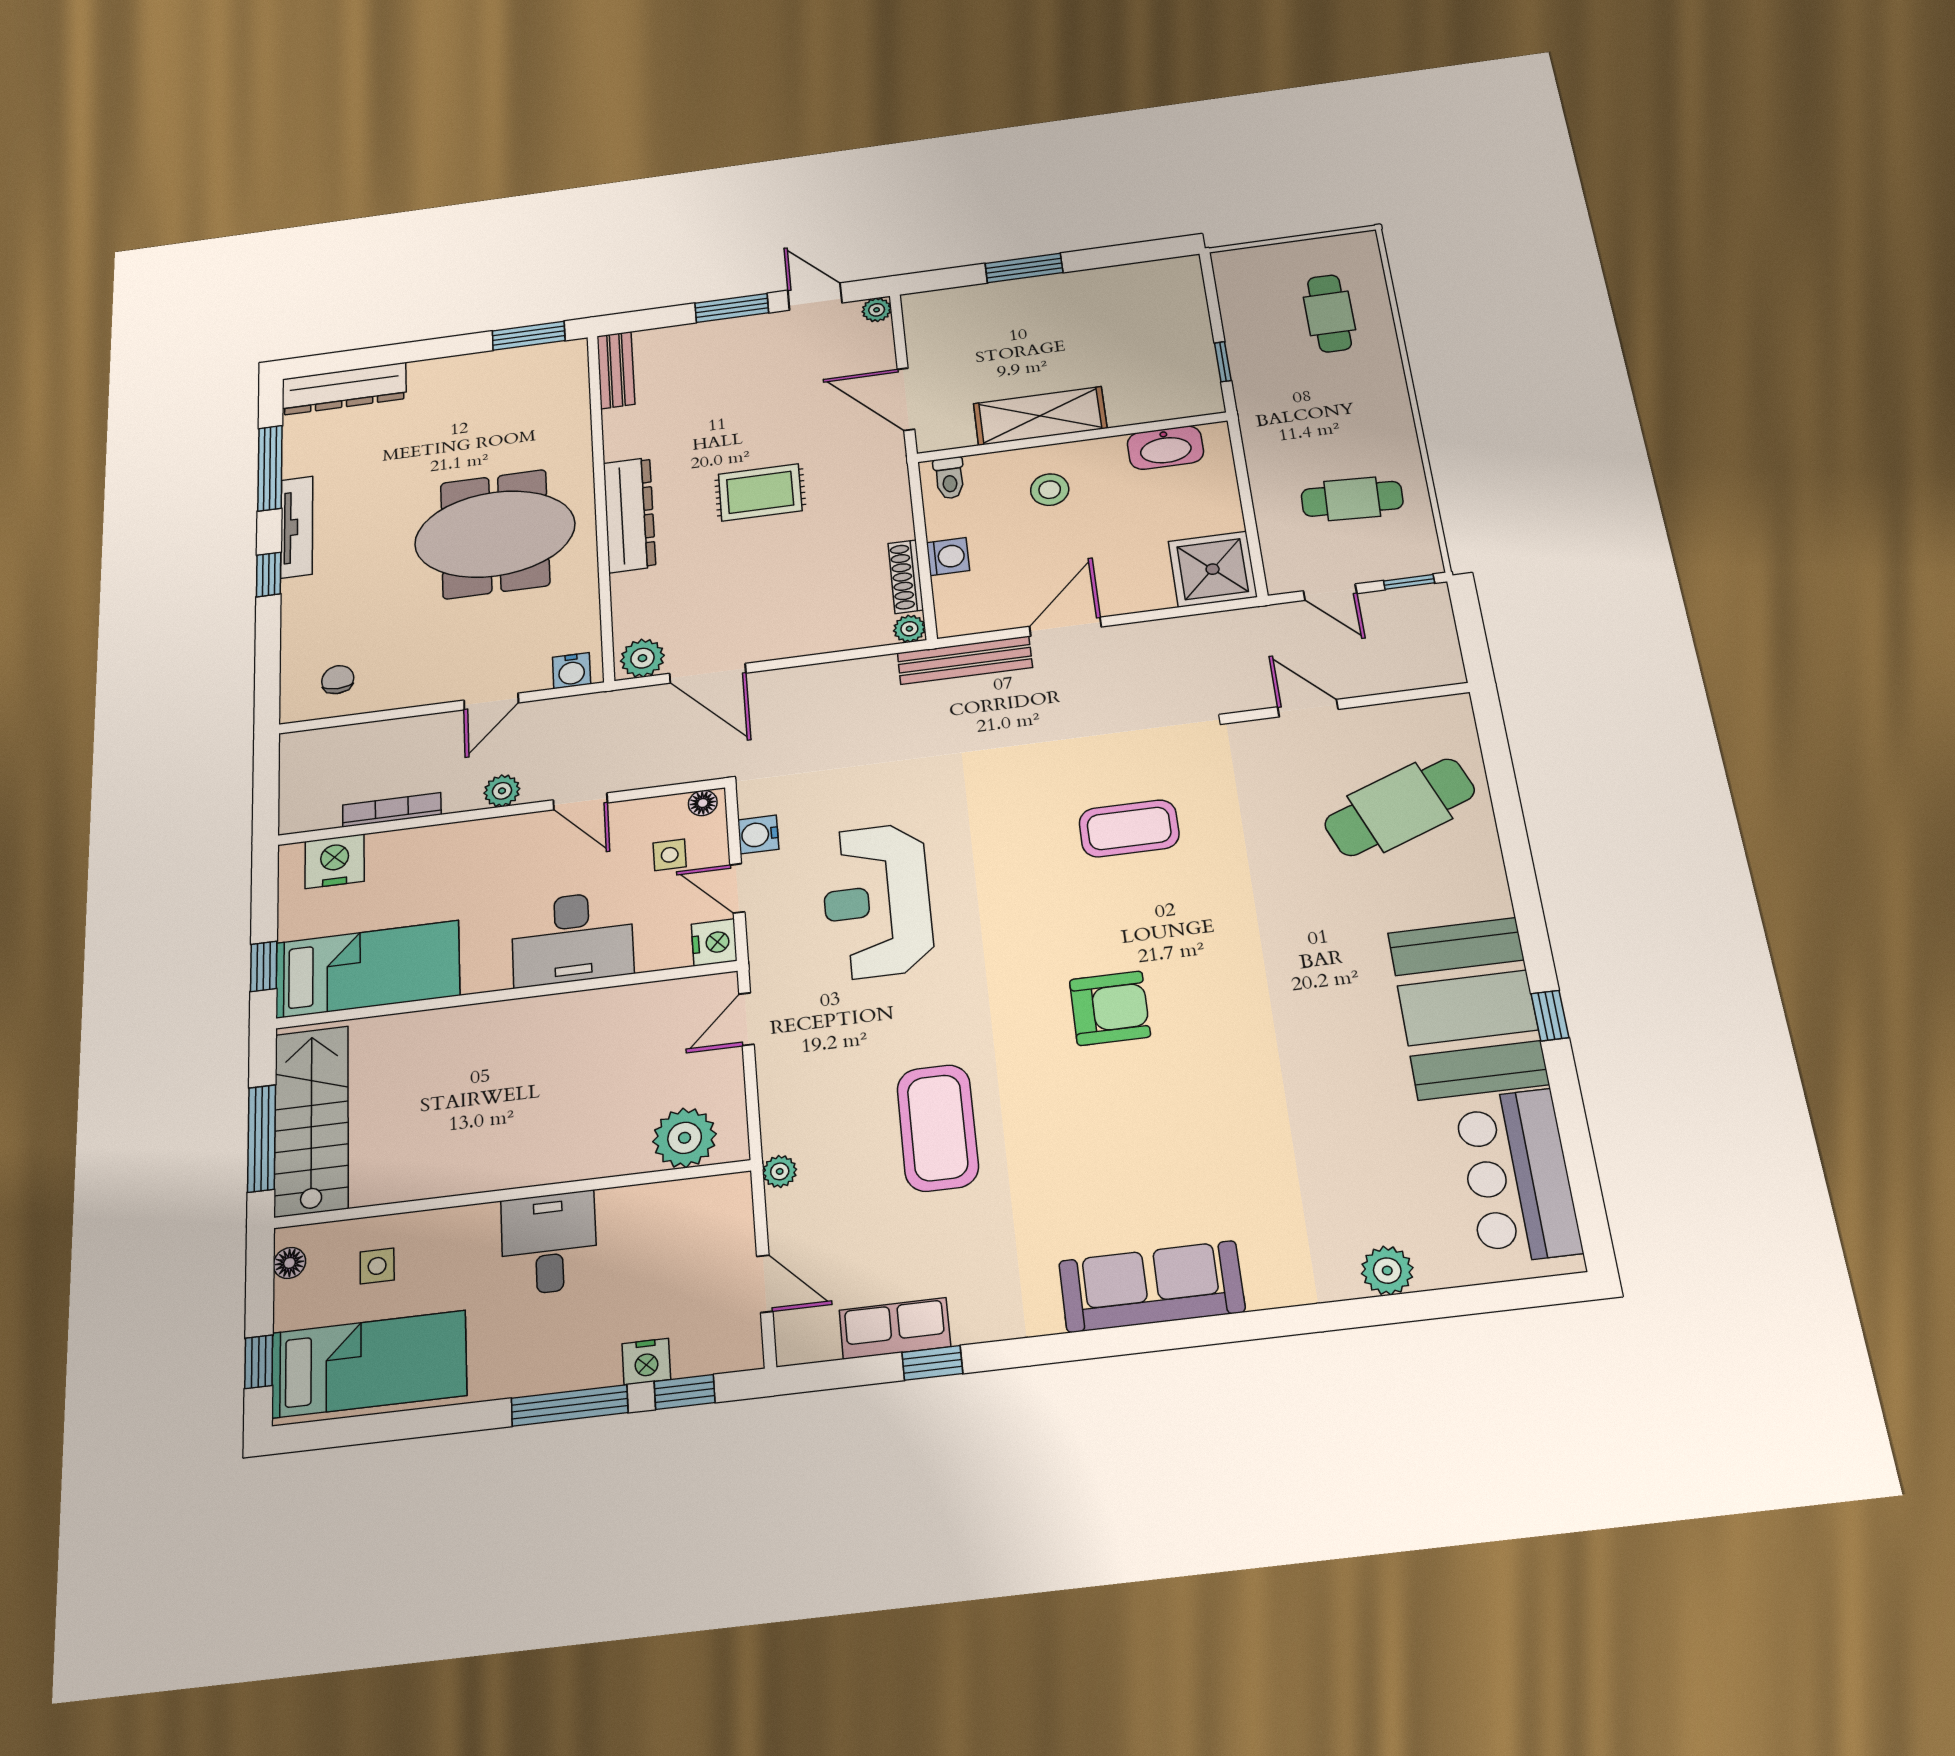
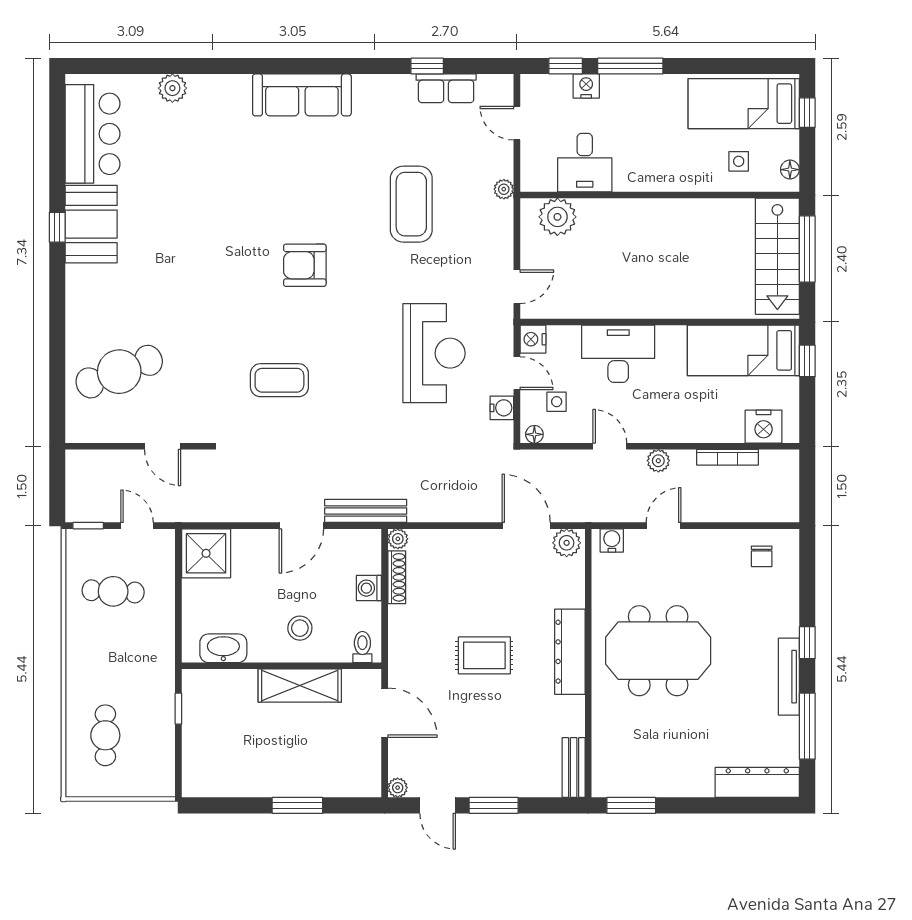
booth: (1468, 1008) -> (91, 224), width x0.73, depth x0.70
desk: (549, 1243) -> (585, 163), moved

